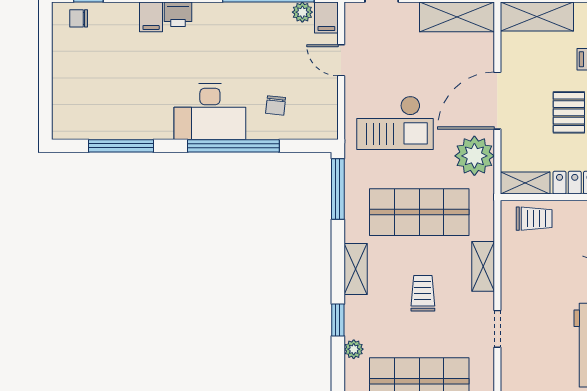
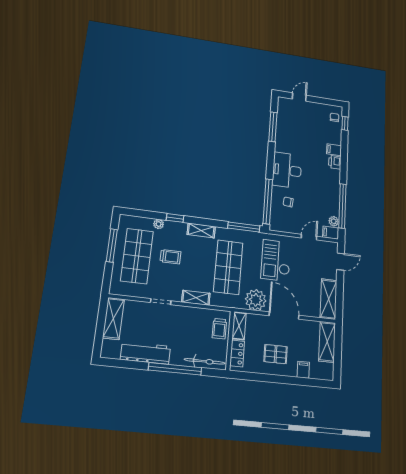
door: (45, 95) -> (299, 97), added
window: (233, 146) -> (268, 201), moved
trolley: (423, 293) -> (170, 257), moved

